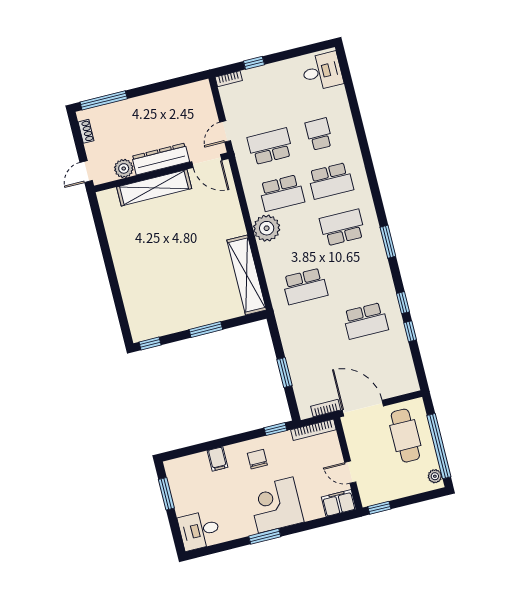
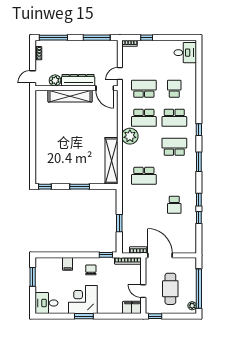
window: (173, 83) -> (97, 38), added
window: (375, 190) -> (199, 130), added
school desk: (366, 321) -> (174, 205), width x0.54
cafe table: (405, 436) -> (170, 289), moved
corner desk: (276, 505) -> (83, 299), moved

